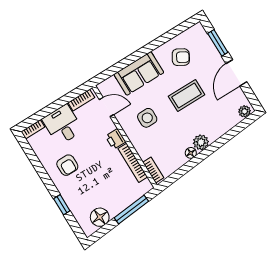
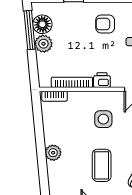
floor lamp: (191, 153) -> (49, 138), removed
plant: (115, 206) -> (43, 44), added
window: (131, 209) -> (30, 30), moved

